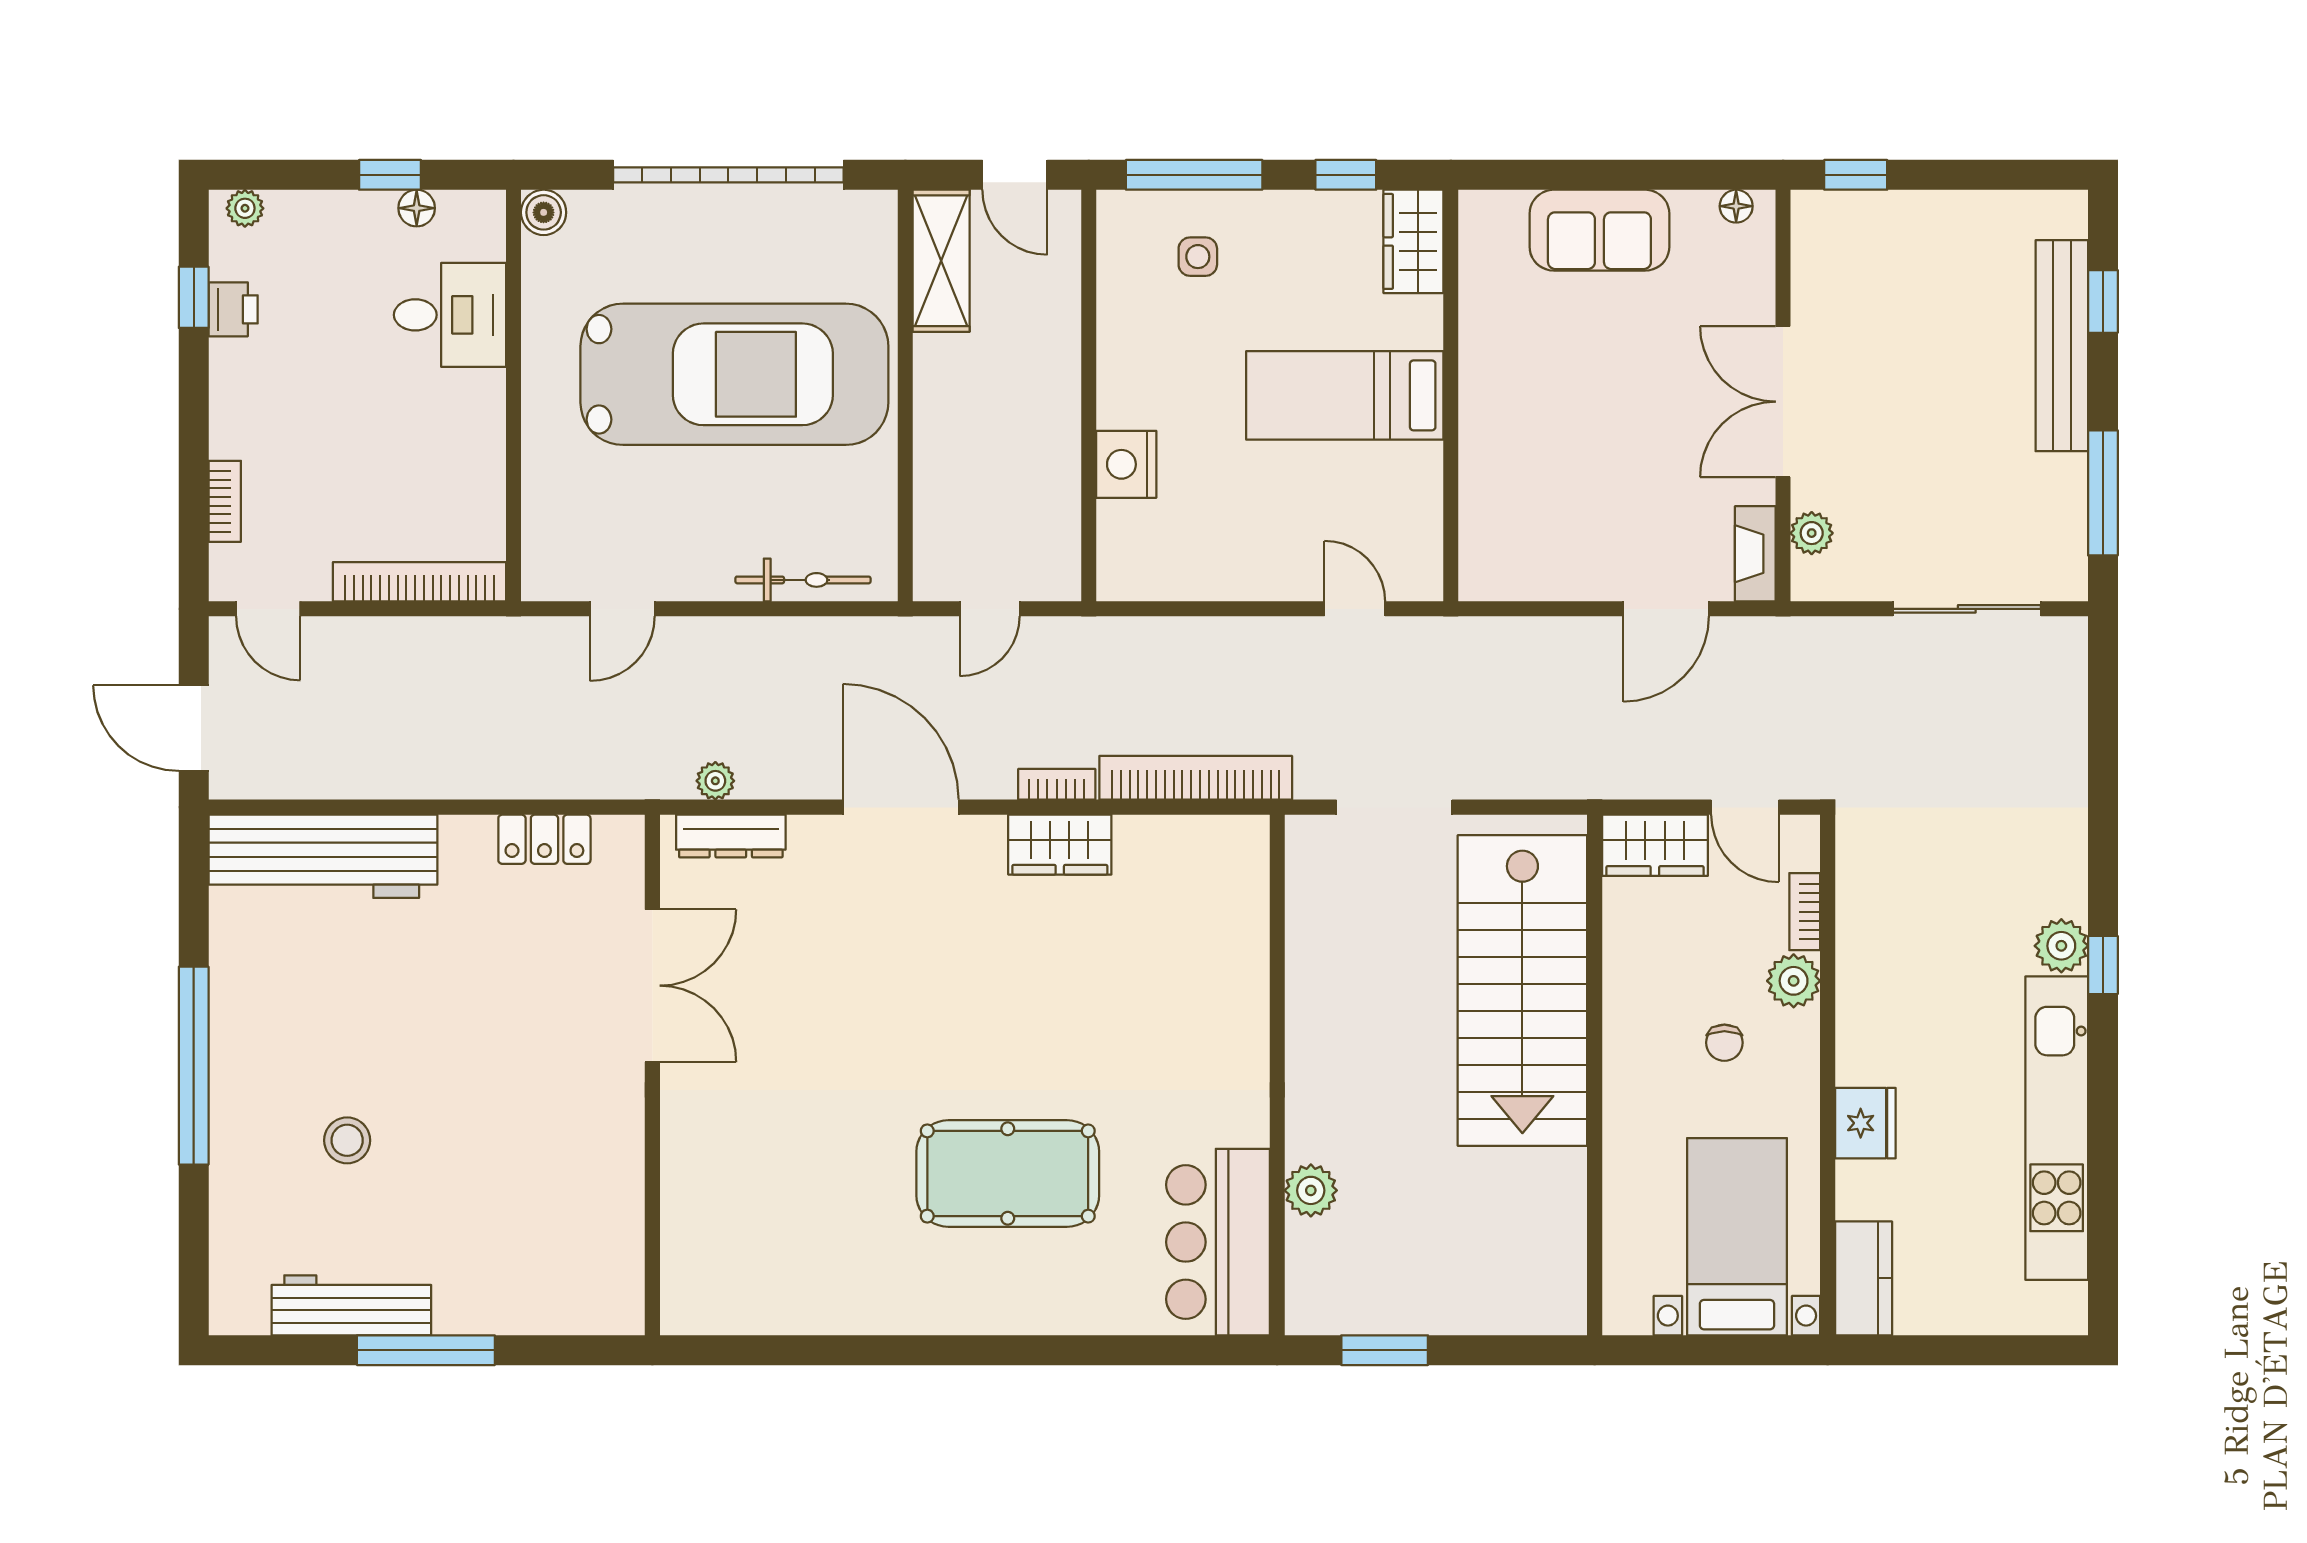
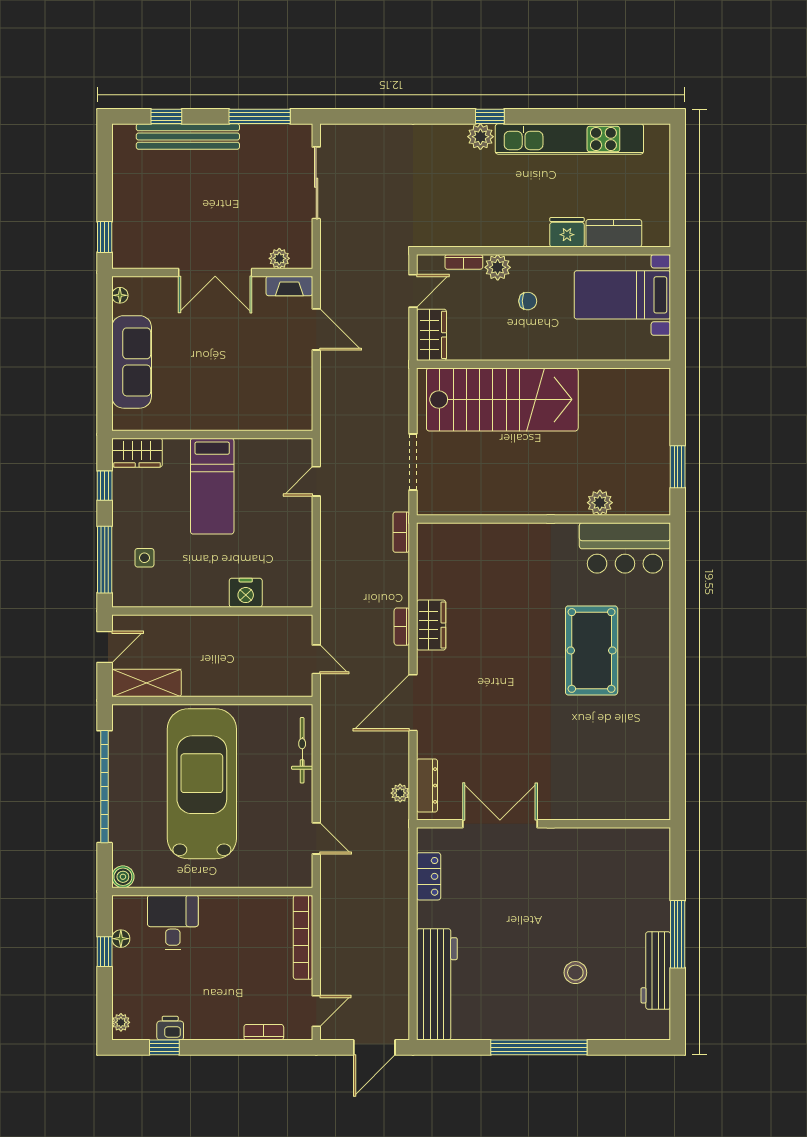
sofa: (1599, 230) -> (132, 362), width x1.36
bookcase: (1196, 778) -> (401, 532), width x0.43, depth x0.76
kitchen counter: (1864, 1278) -> (614, 233), moved

